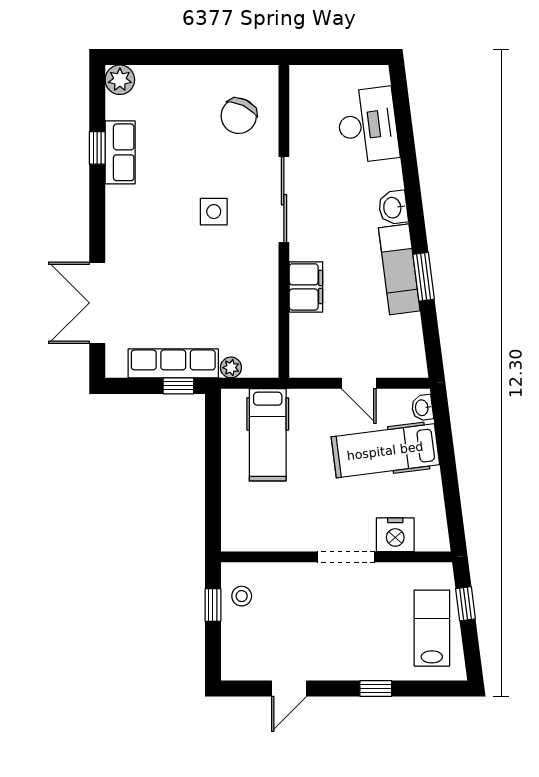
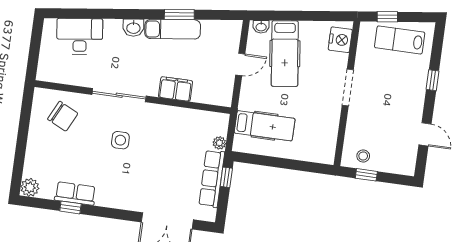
nightstand: (395, 535) -> (340, 40), moved

